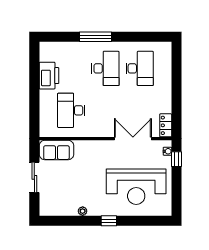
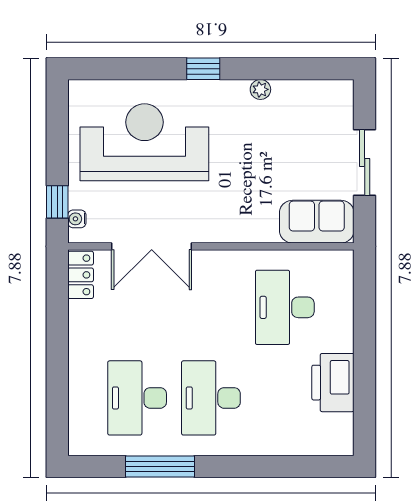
window: (95, 37) -> (160, 466), moved
desk: (71, 110) -> (285, 307), turned 180

